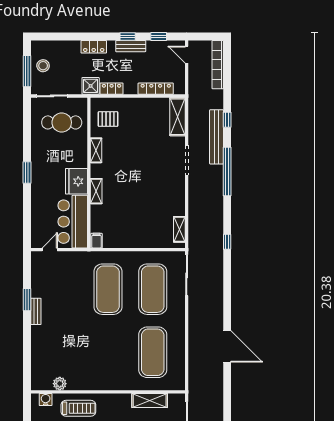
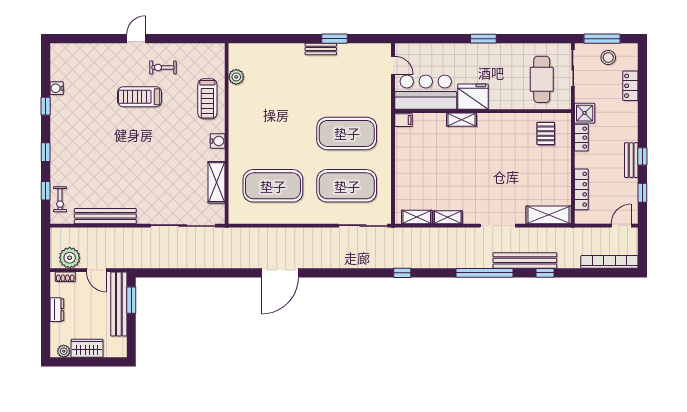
locker: (94, 47) -> (630, 86), moved
shelving: (96, 150) -> (448, 217), moved
water cooler: (46, 400) -> (218, 141), moved

